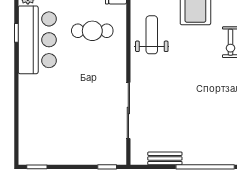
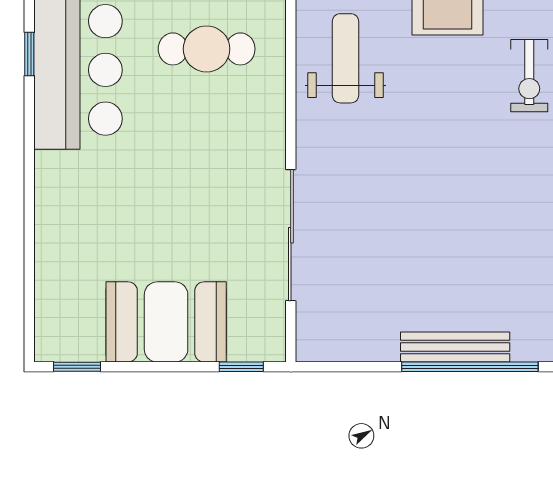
booth: (75, 148) -> (166, 322), added
bench: (165, 158) -> (455, 347), moved, width x1.36

